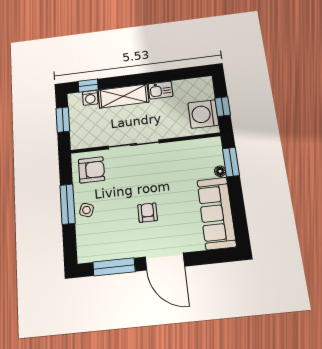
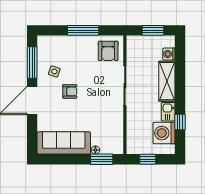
window: (88, 86) -> (180, 122), moved
washing machine: (203, 114) -> (164, 133), moved, turned -90
side table: (87, 210) -> (54, 71), moved

